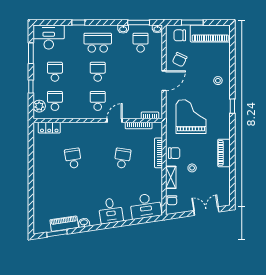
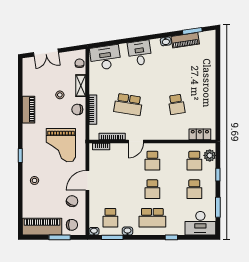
school desk: (122, 158) -> (128, 104), width x1.85

